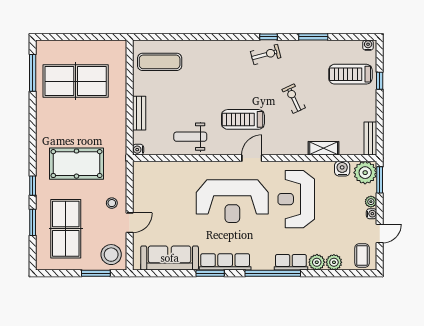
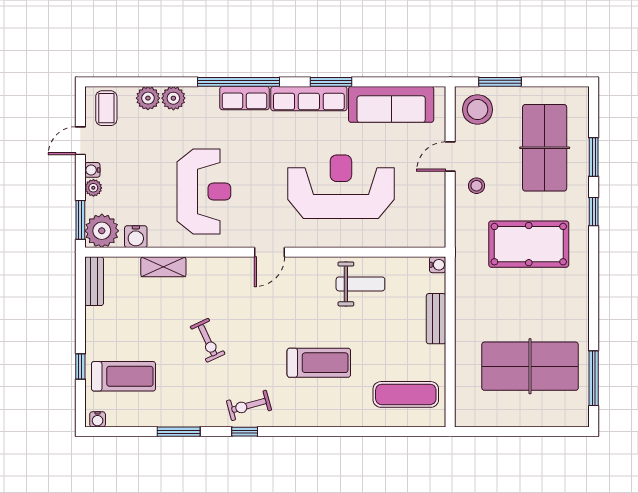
treadmill: (243, 119) -> (319, 363), moved
reception desk: (232, 201) -> (341, 187), moved
row of seats: (291, 262) -> (245, 98), moved

